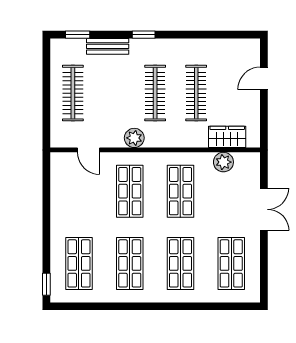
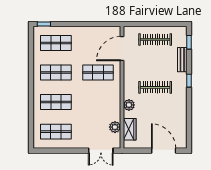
door: (264, 78) -> (164, 151), width x1.87
clothes rail: (196, 93) -> (155, 111), removed
plant: (134, 138) -> (129, 105), moved
door: (89, 150) -> (122, 49), width x1.87
shop shelf: (180, 191) -> (98, 102), removed
double door: (264, 209) -> (101, 151), moved

